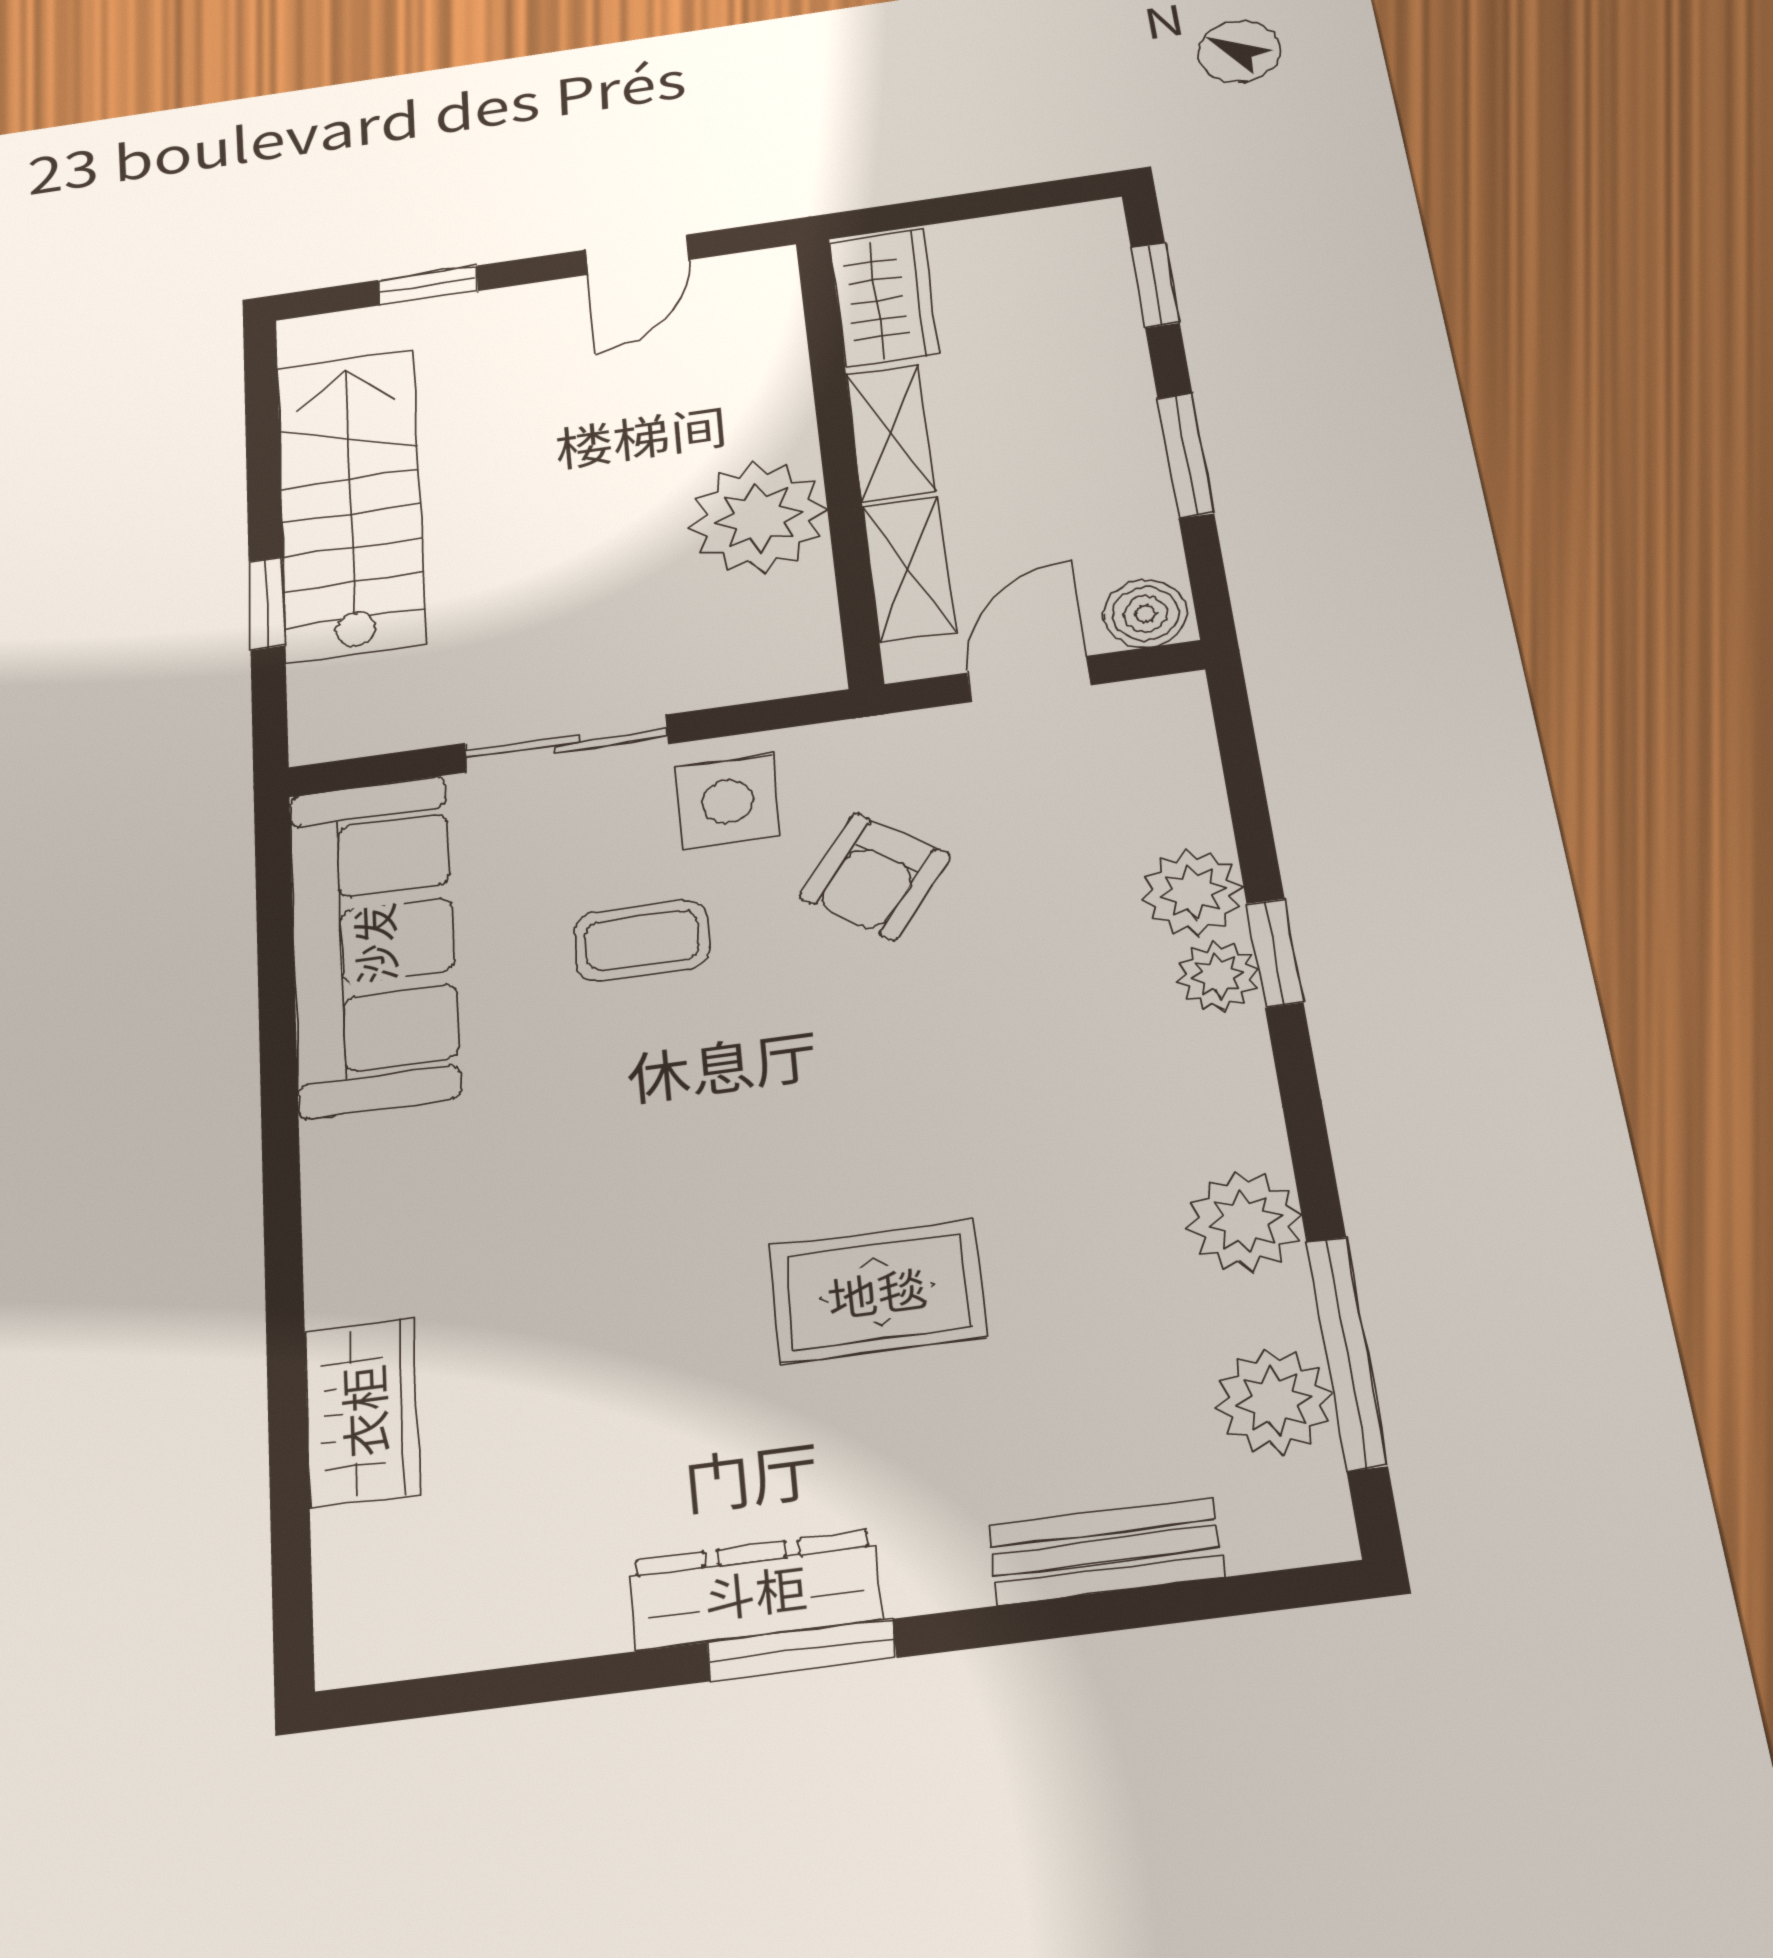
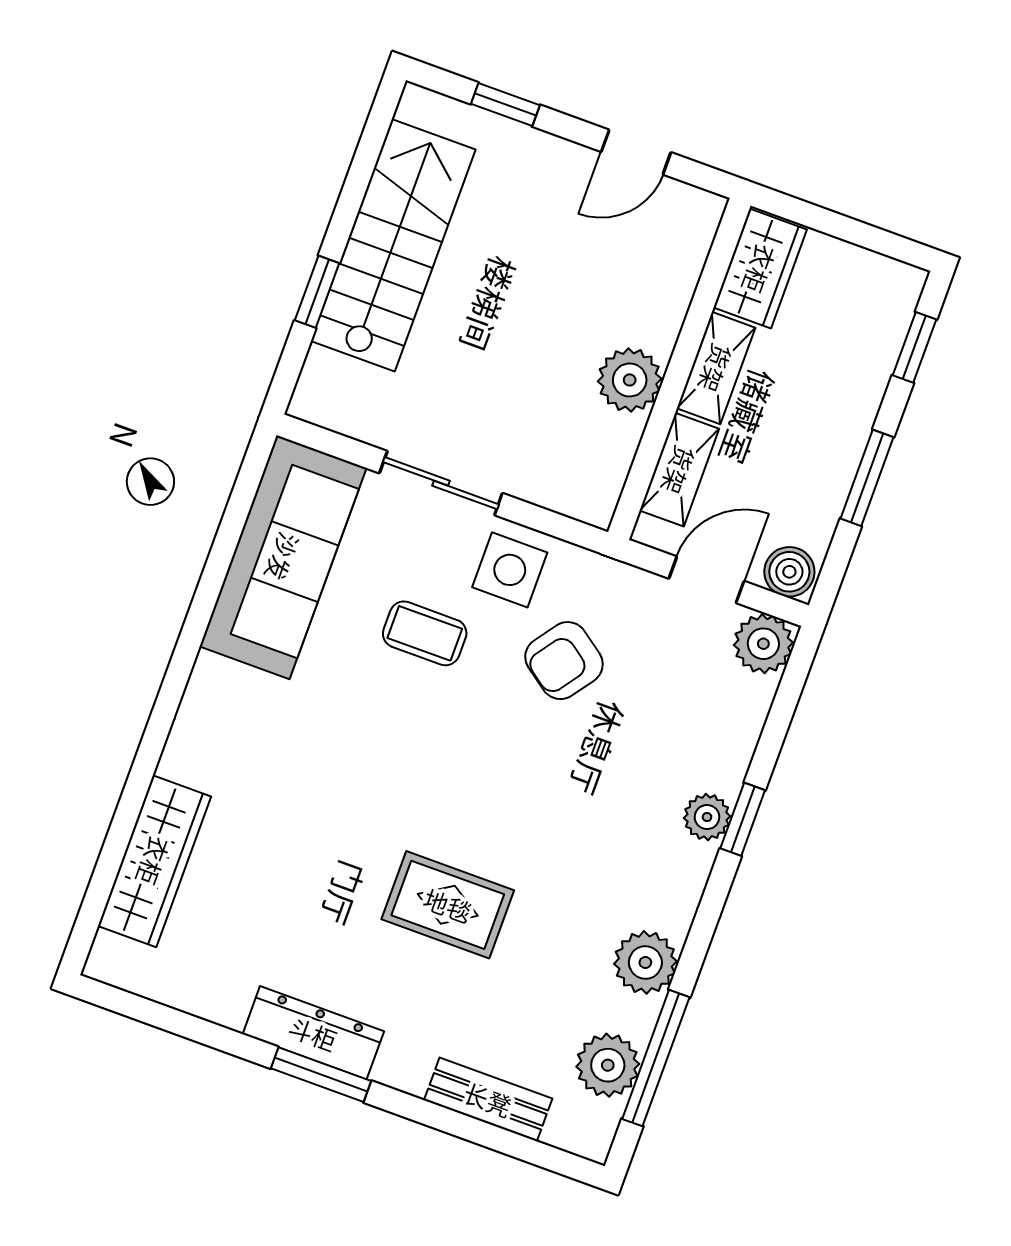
plant: (758, 518) -> (630, 380), width x0.73, depth x0.73
plant: (1192, 893) -> (763, 644), moved
wardrobe: (362, 1412) -> (154, 861), width x1.50

